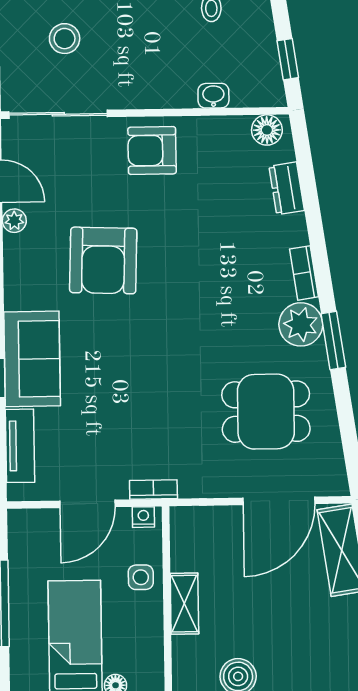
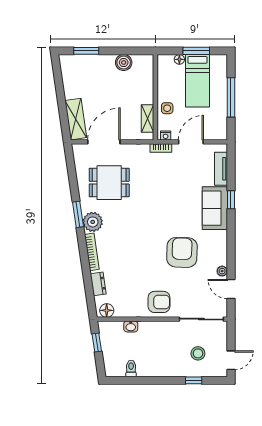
bookcase: (304, 273) -> (92, 252), width x1.56
shelving: (184, 604) -> (148, 118), moved

